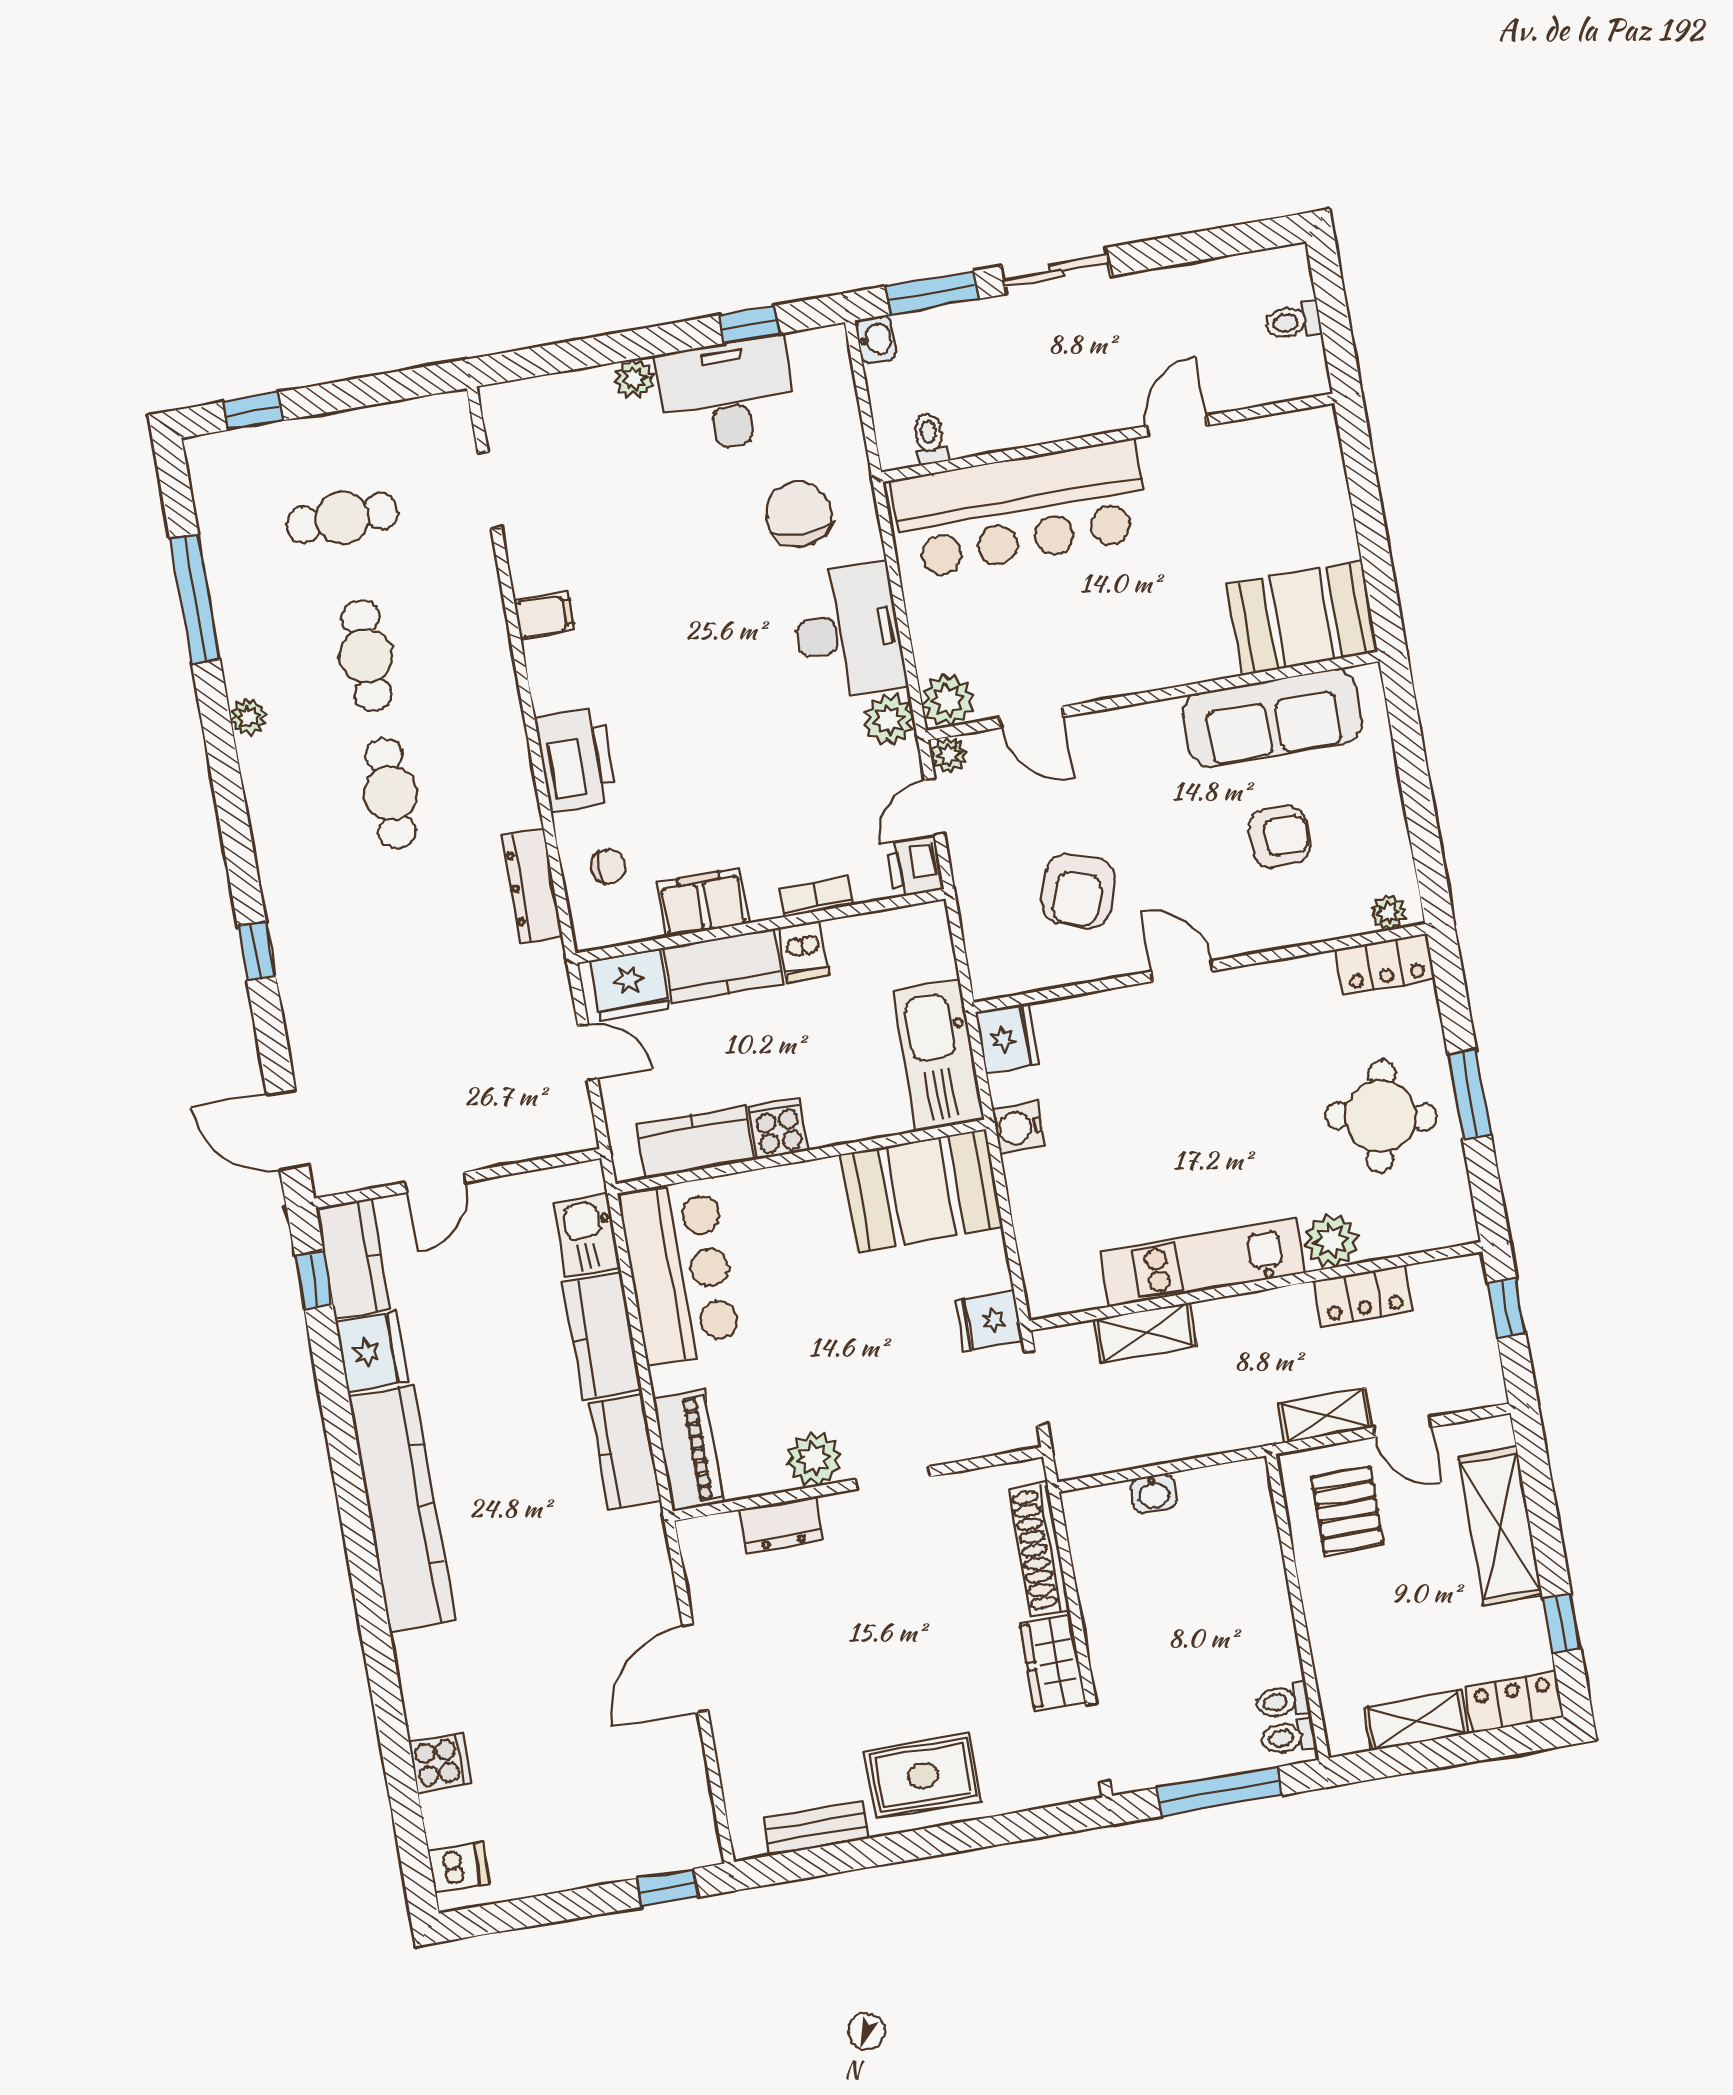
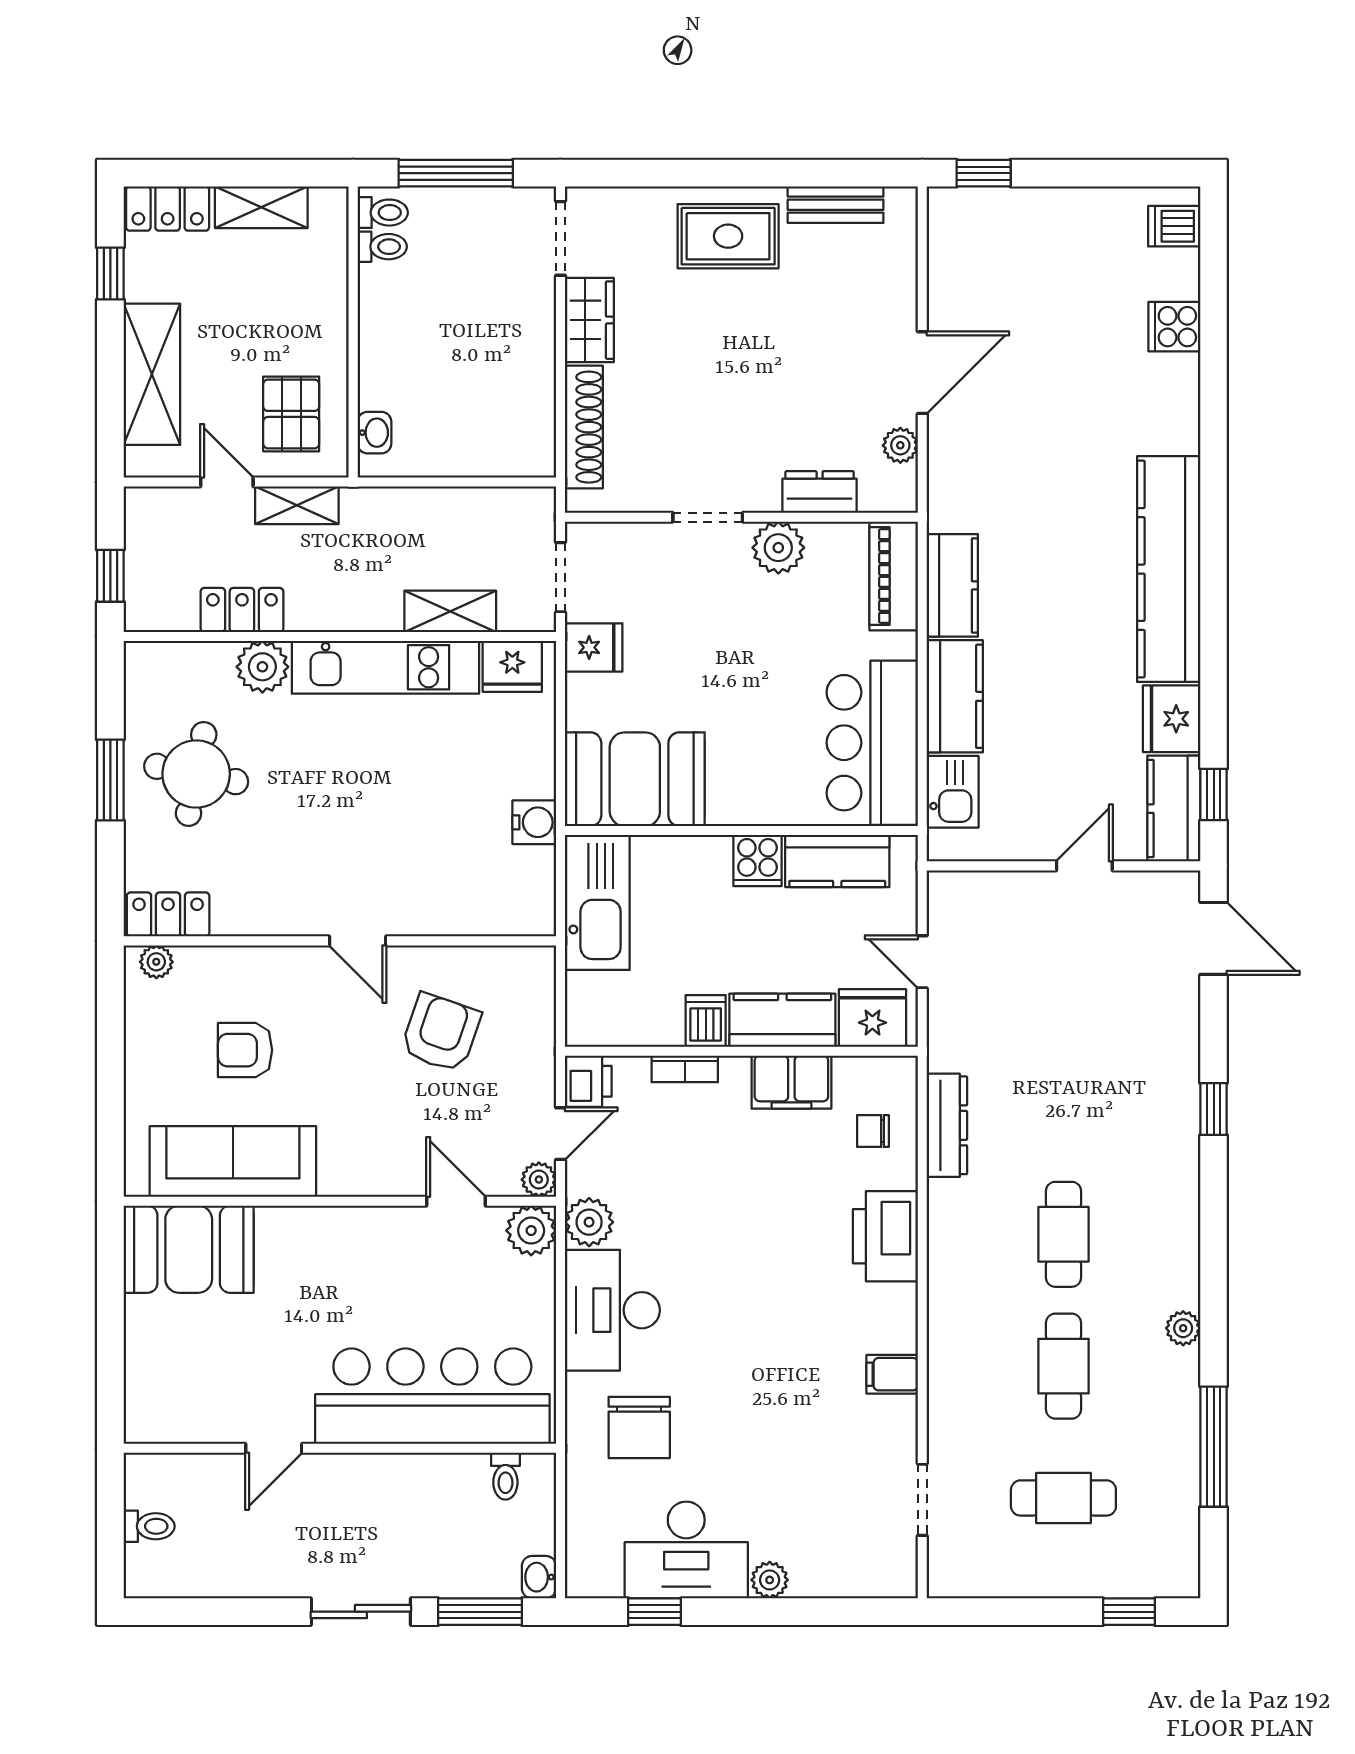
fridge: (1007, 1038) -> (512, 666), moved, turned -90
washbasin: (1154, 1493) -> (374, 433), moved, turned 90
plant: (705, 1588) -> (900, 445), added

